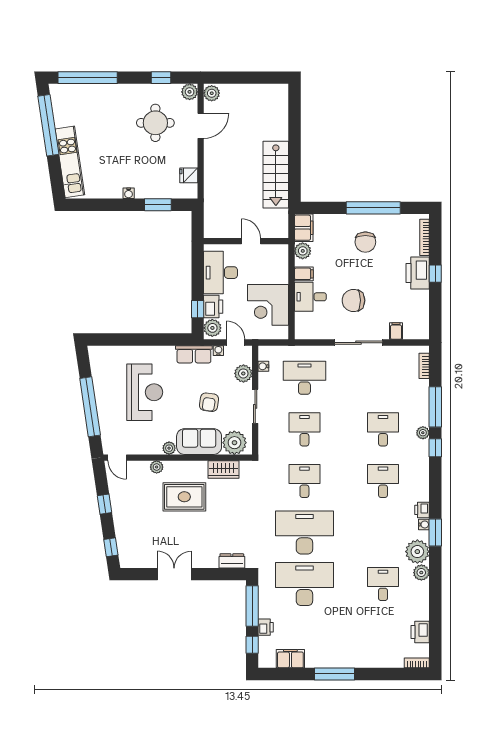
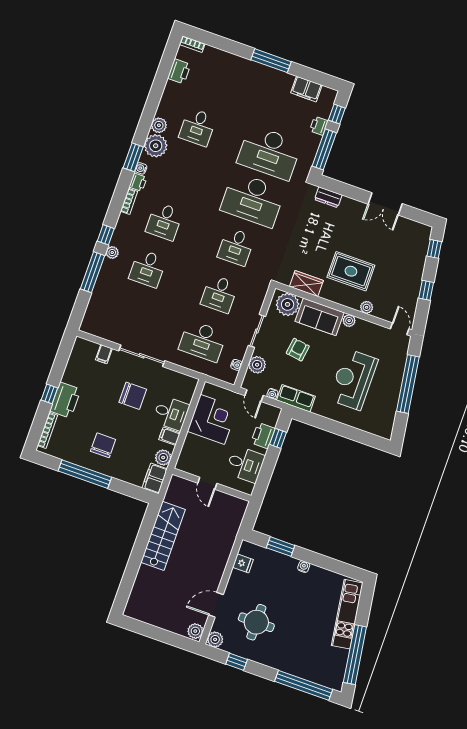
desk: (221, 273) -> (245, 464), width x0.73
plant: (212, 328) -> (271, 416), removed
bookcase: (424, 366) -> (129, 201), moved

